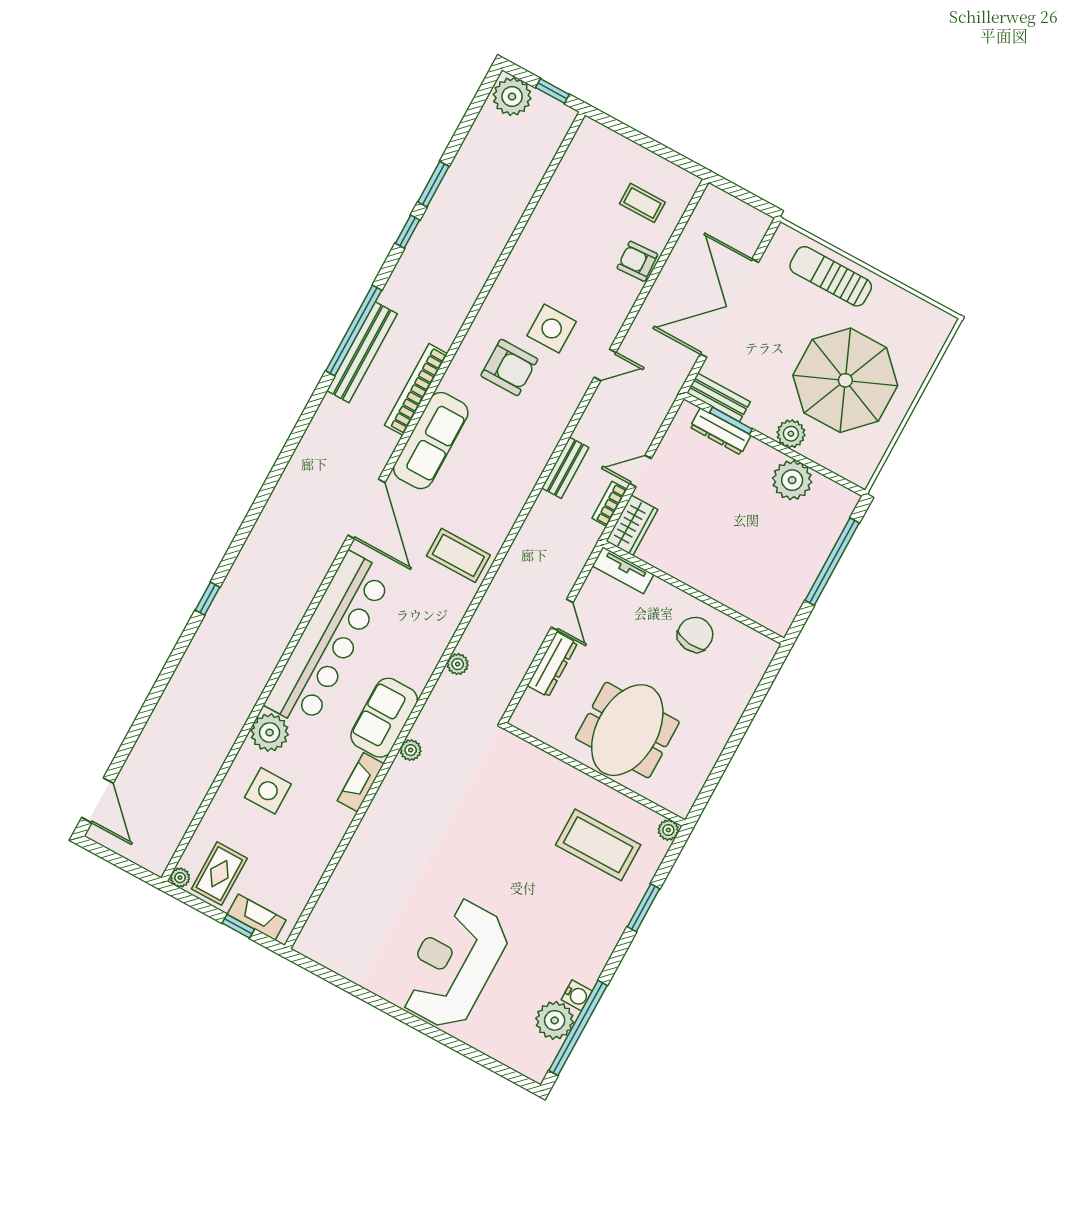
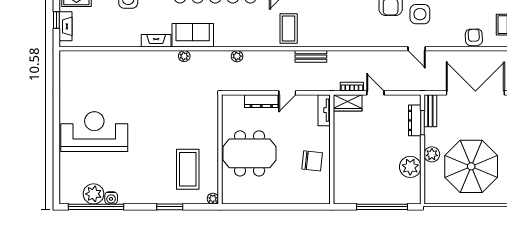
bench: (565, 468) -> (311, 56), moved

